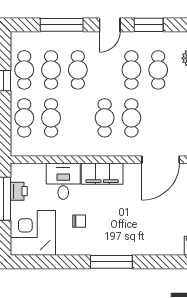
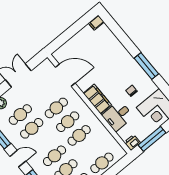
cafe table: (51, 118) -> (79, 135), moved
printer: (19, 191) -> (132, 142), moved
window: (111, 262) -> (146, 66), moved

